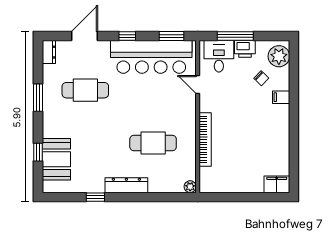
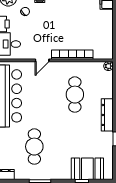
door: (198, 85) -> (42, 60), moved

